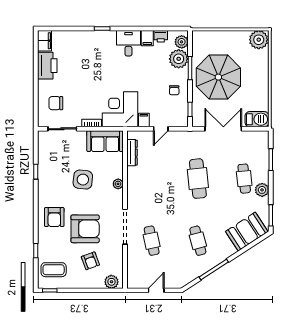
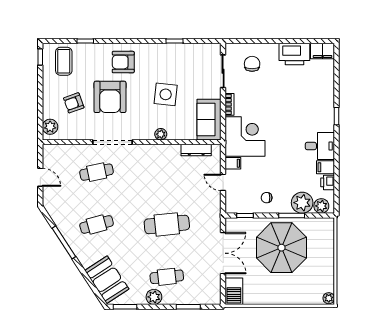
plant: (259, 40) -> (329, 298), width x0.53, depth x0.53

